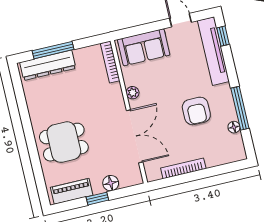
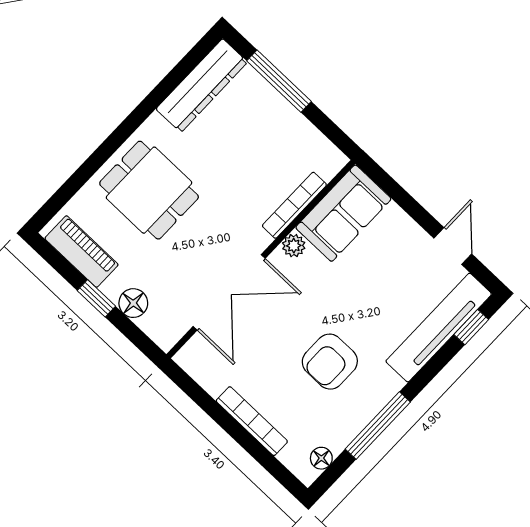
sofa: (144, 47) -> (343, 213), moved, turned -90
bookcase: (110, 62) -> (294, 205), moved
dresser: (48, 65) -> (202, 86), moved, turned -90
floor lamp: (234, 127) -> (321, 458), moved
bookcase: (183, 168) -> (252, 421), moved

